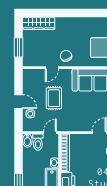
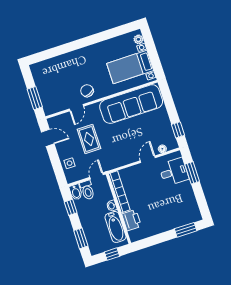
wardrobe: (39, 23) -> (47, 66), removed
door: (19, 101) -> (48, 138), moved
window: (19, 152) -> (71, 207), added

